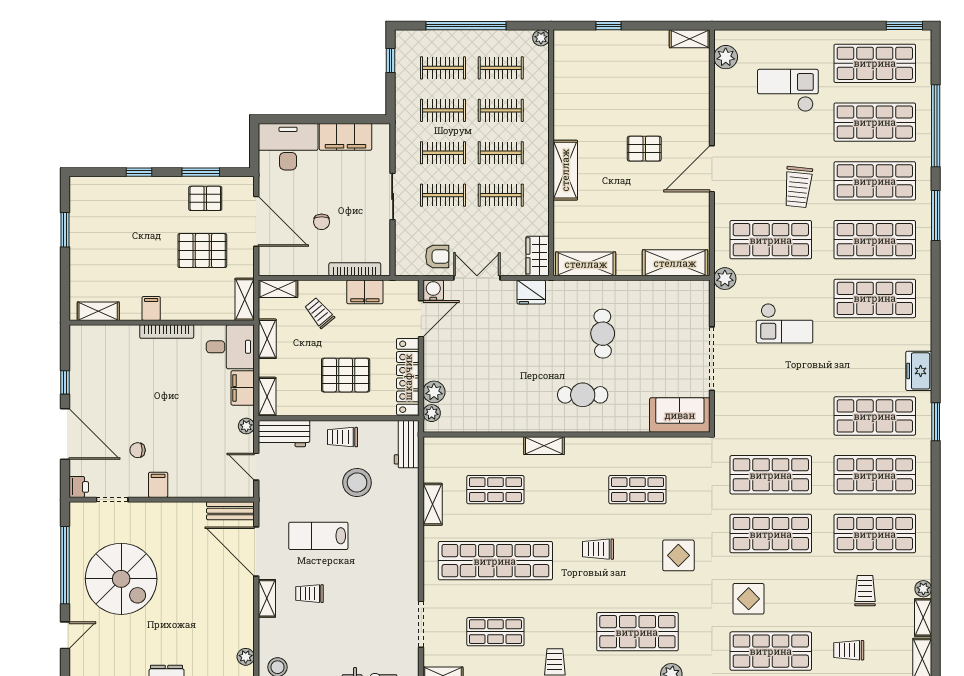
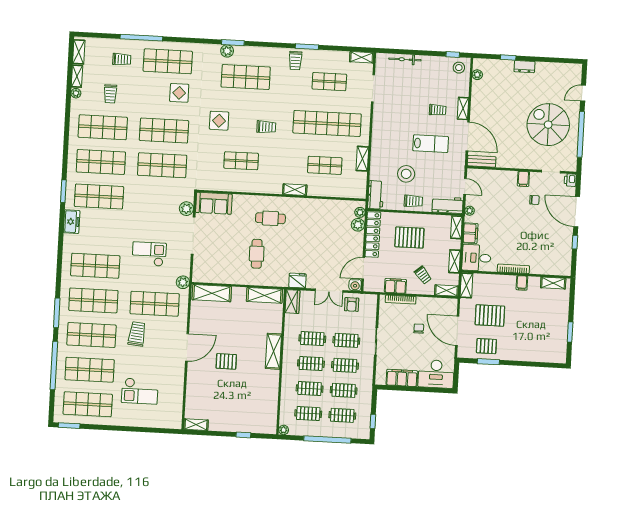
plant: (726, 57) -> (186, 209), moved
window: (139, 172) -> (525, 364), removed
armchair: (437, 256) -> (352, 304), turned -90

